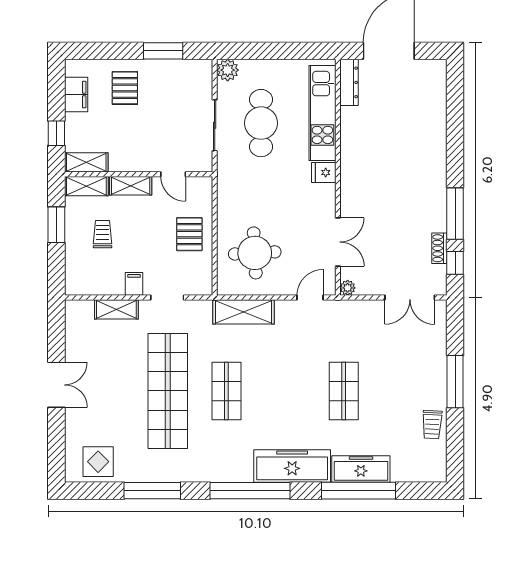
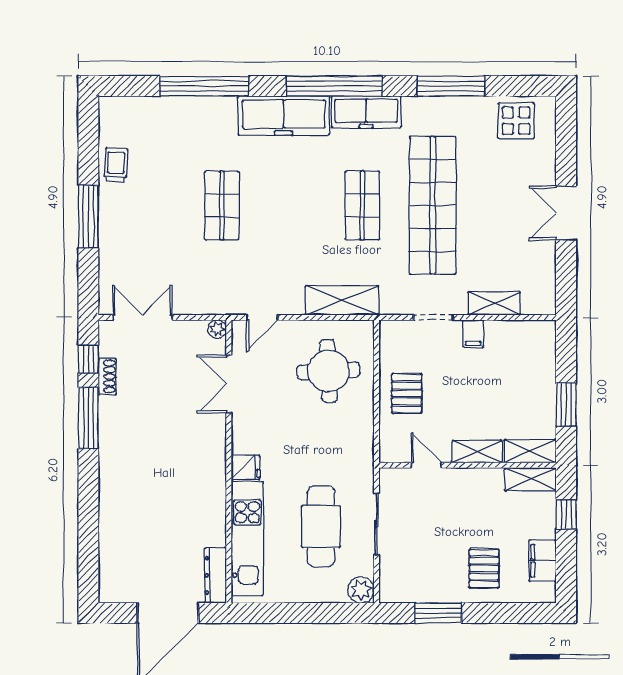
trolley: (102, 234) -> (511, 394), removed
freezer: (361, 469) -> (366, 112), moved

